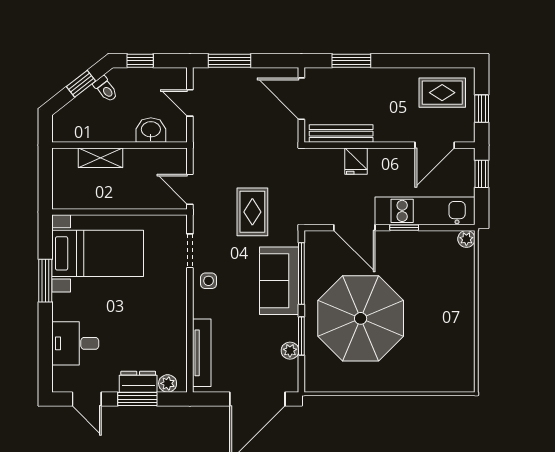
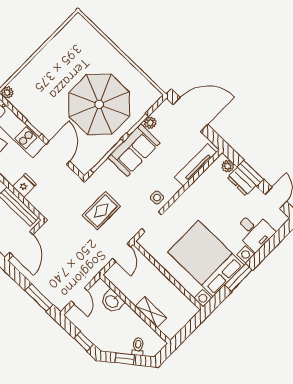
toilet: (106, 89) -> (138, 347), moved
bed with nightstands: (98, 253) -> (206, 259), width x1.36
sofa: (279, 281) -> (134, 150), moved

